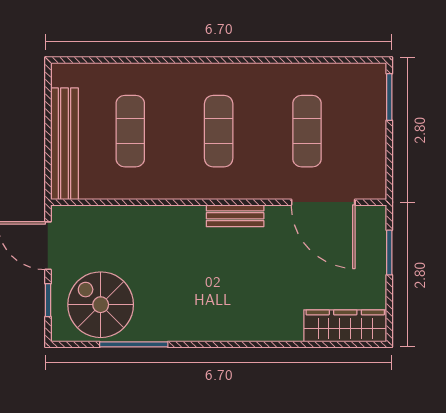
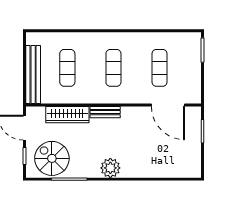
bench: (235, 216) -> (105, 112), moved
plant: (213, 323) -> (110, 168), added
wardrobe: (345, 326) -> (67, 115), moved, turned 180

